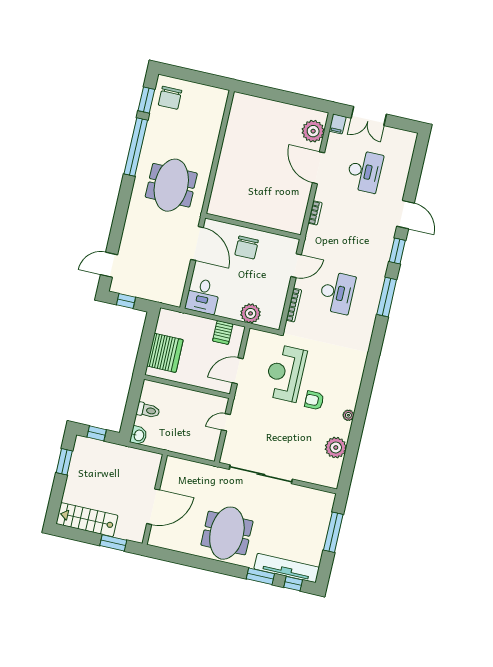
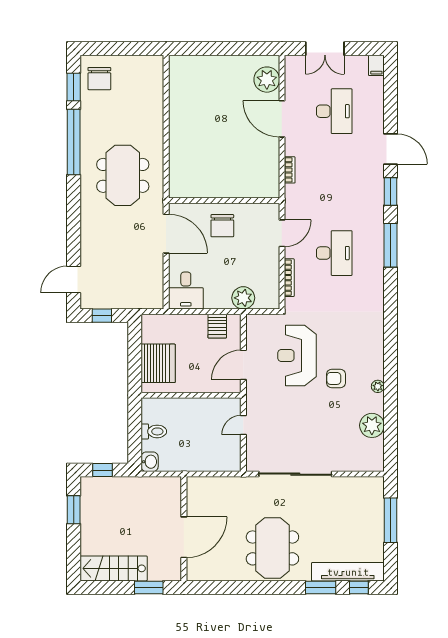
filing cabinet: (337, 124) -> (376, 65), moved

